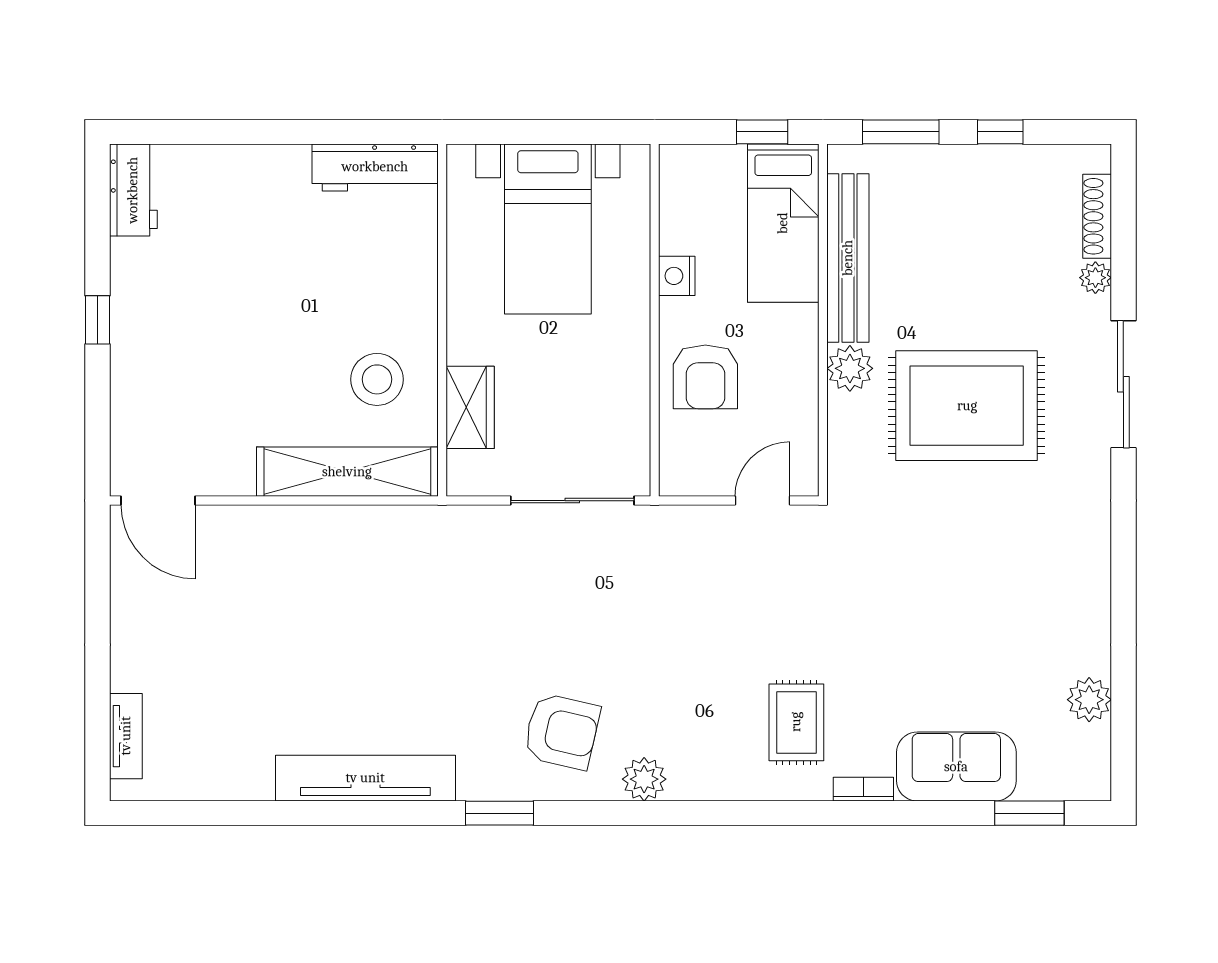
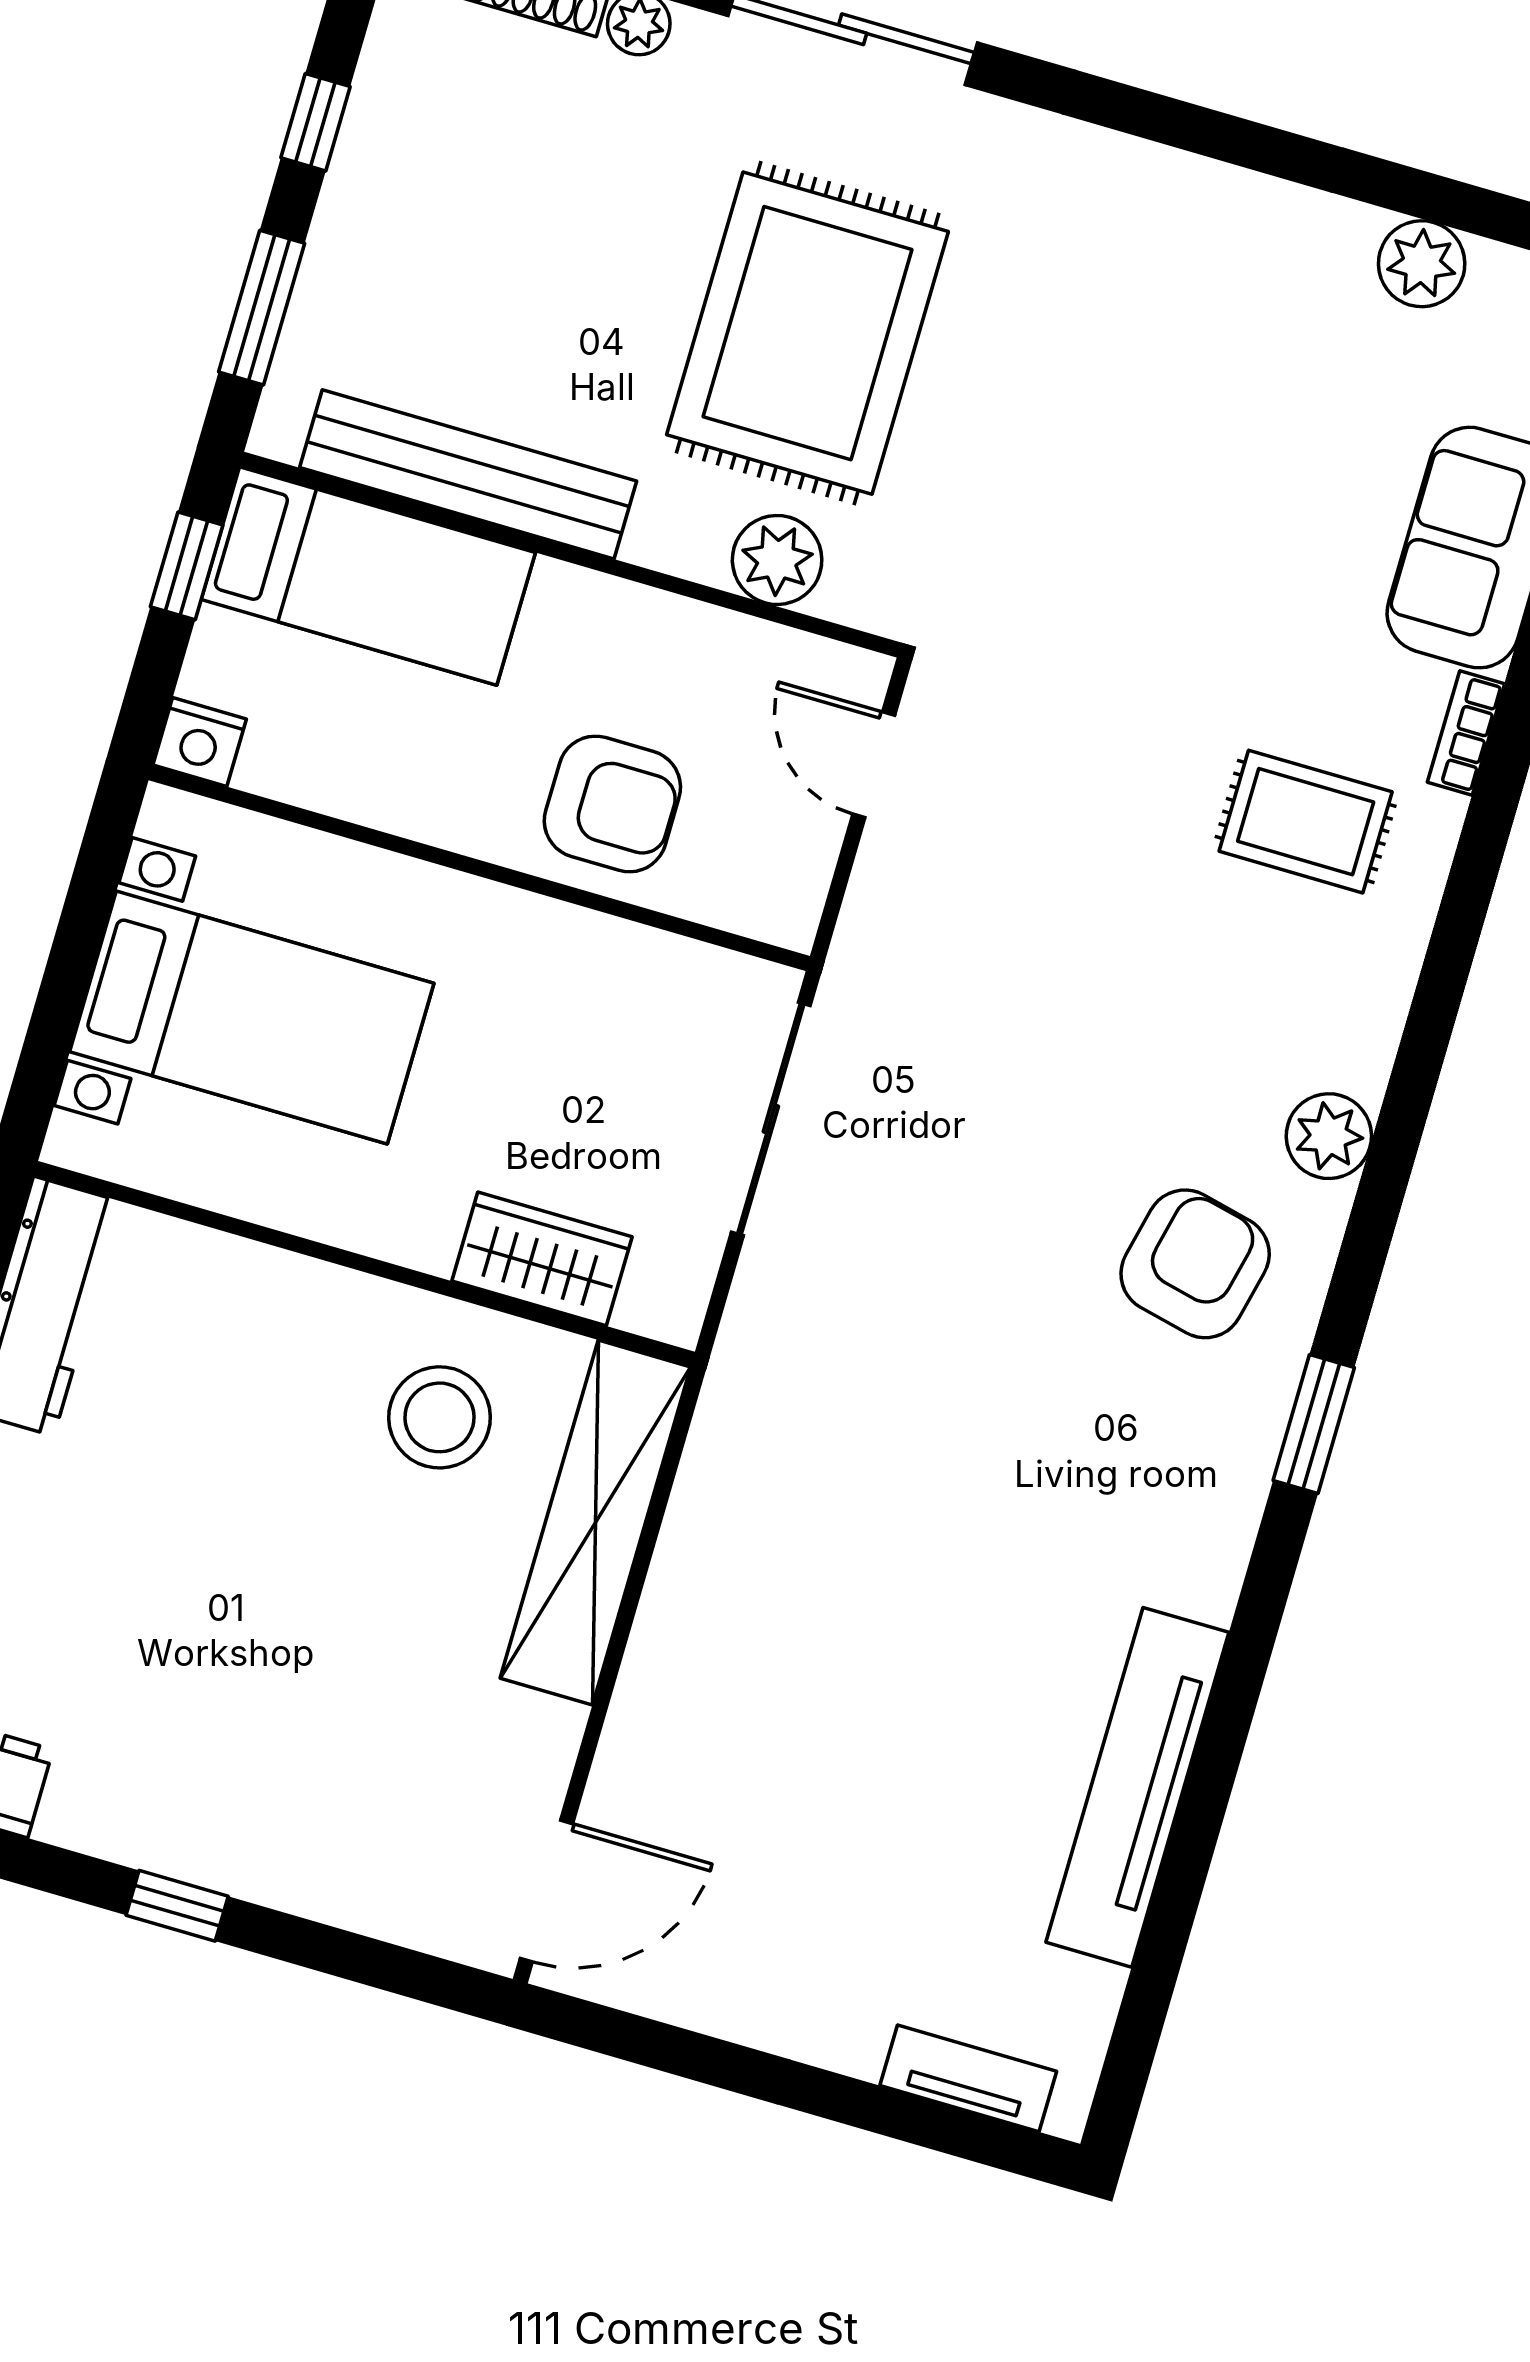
nightstand: (677, 276) -> (200, 742), moved
plant: (850, 368) -> (777, 560), moved
tv unit: (365, 778) -> (1137, 1787), moved

